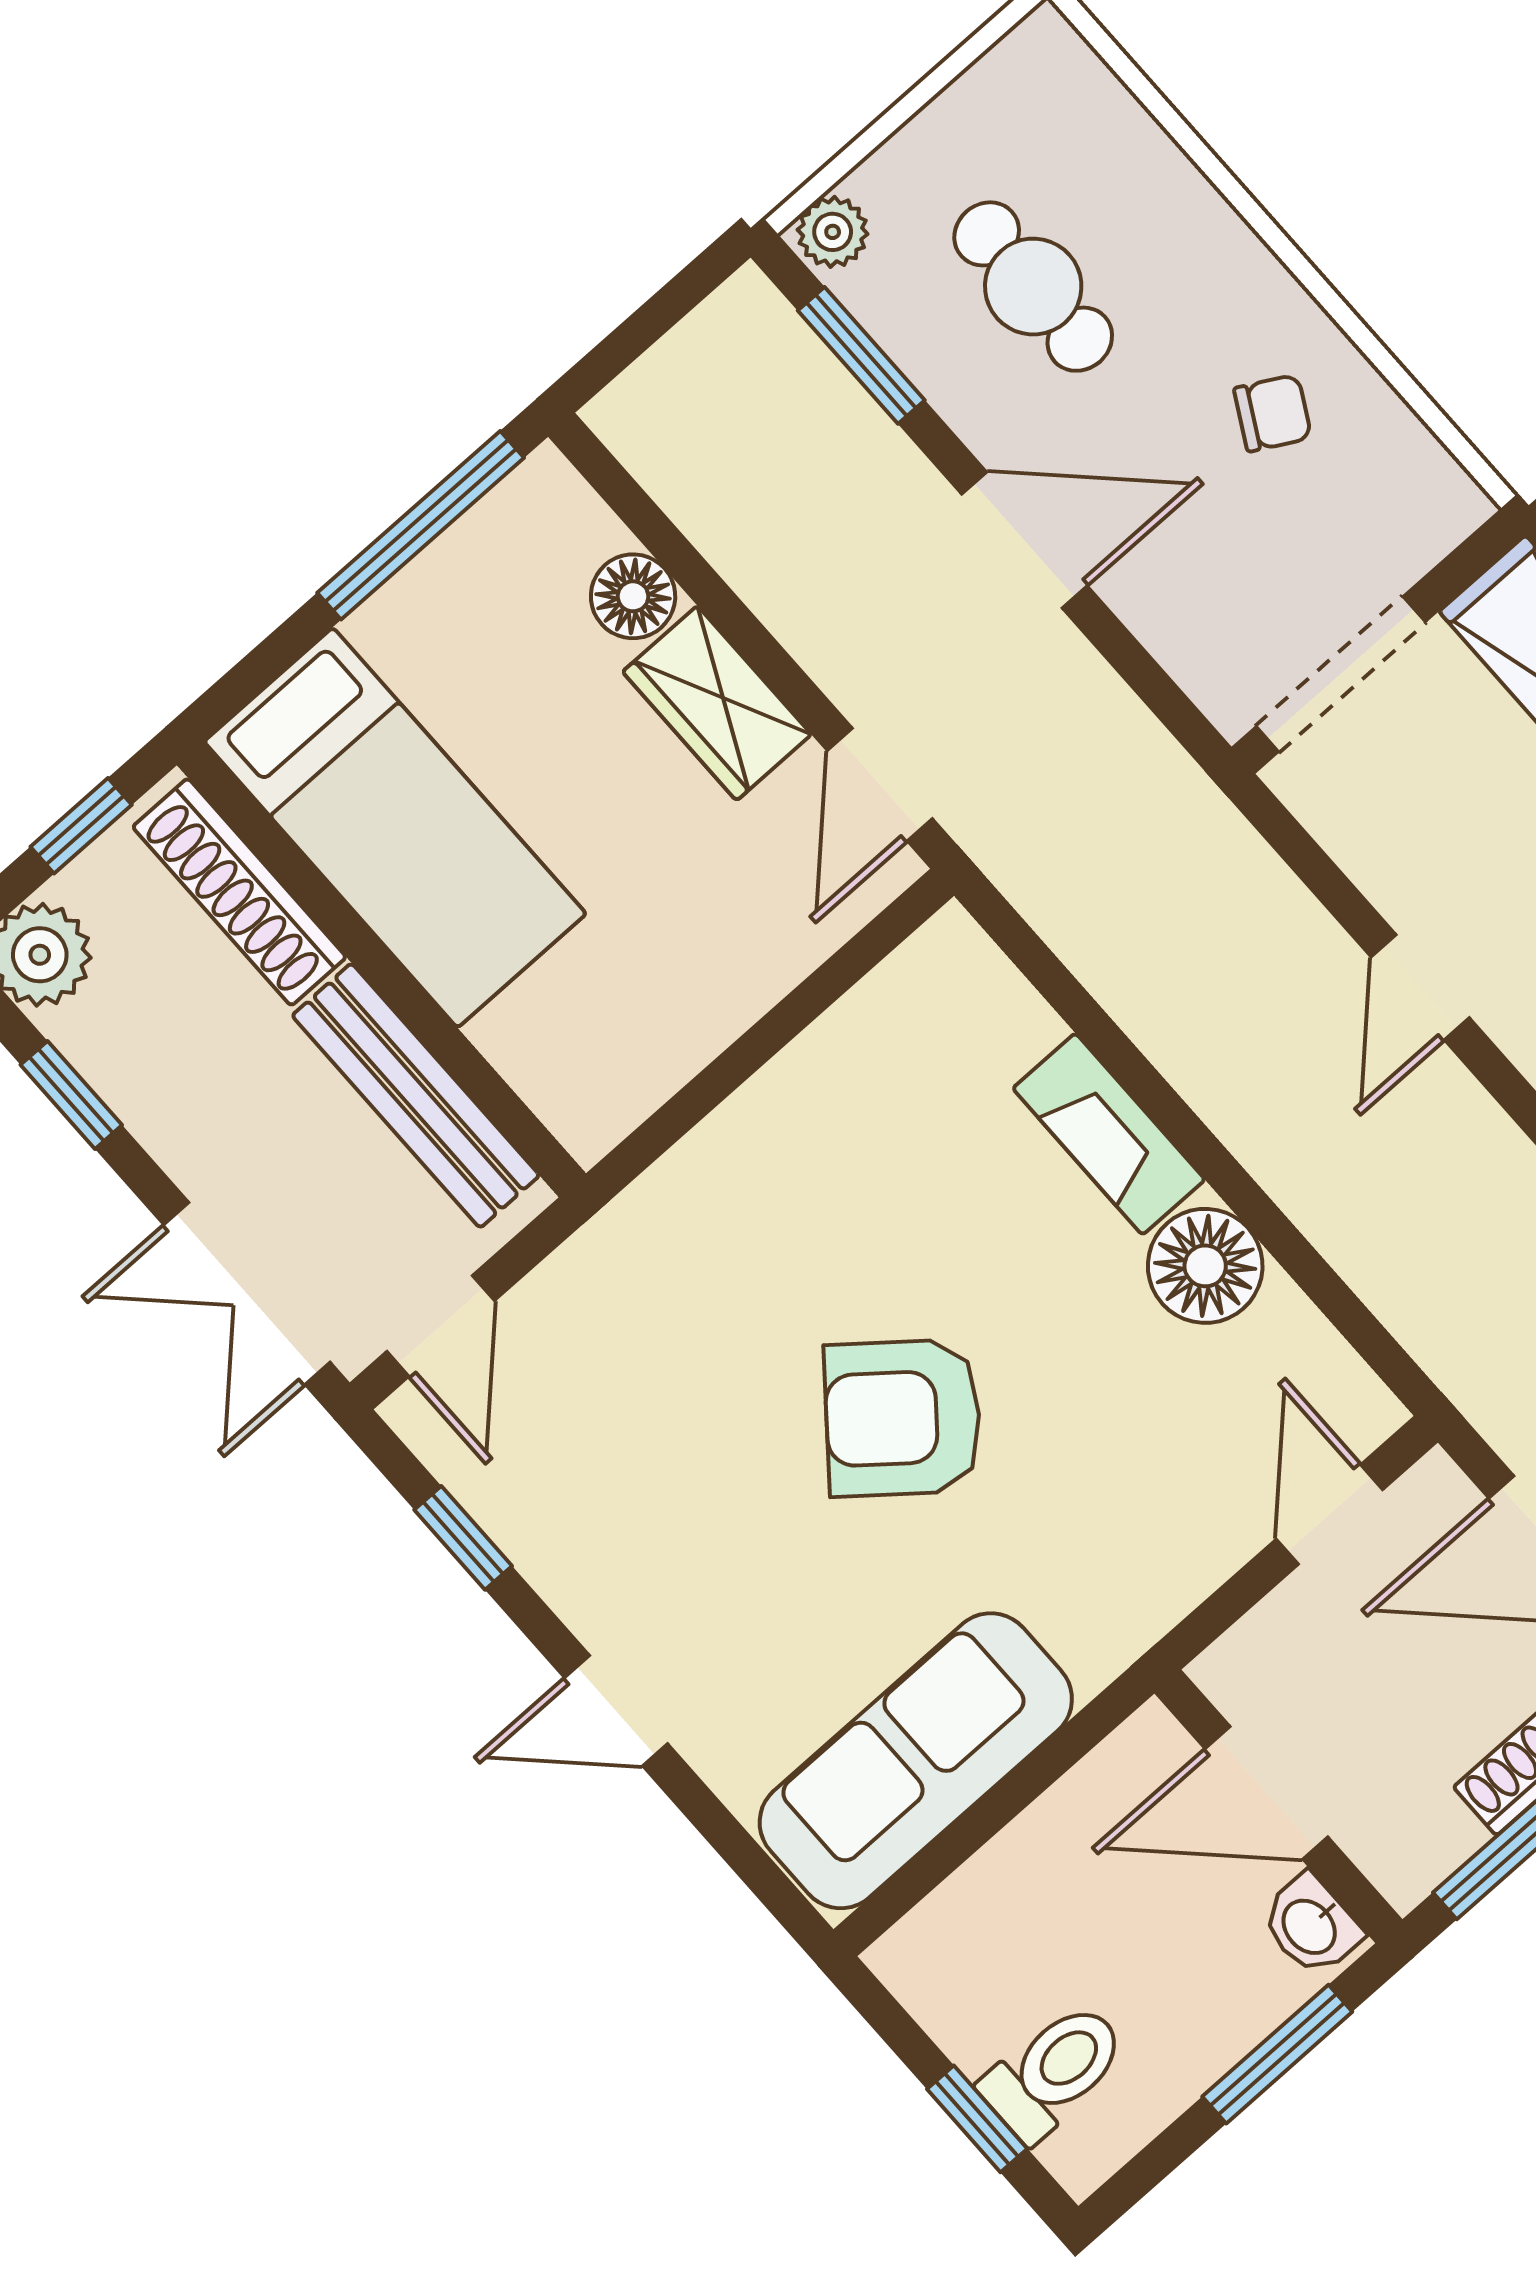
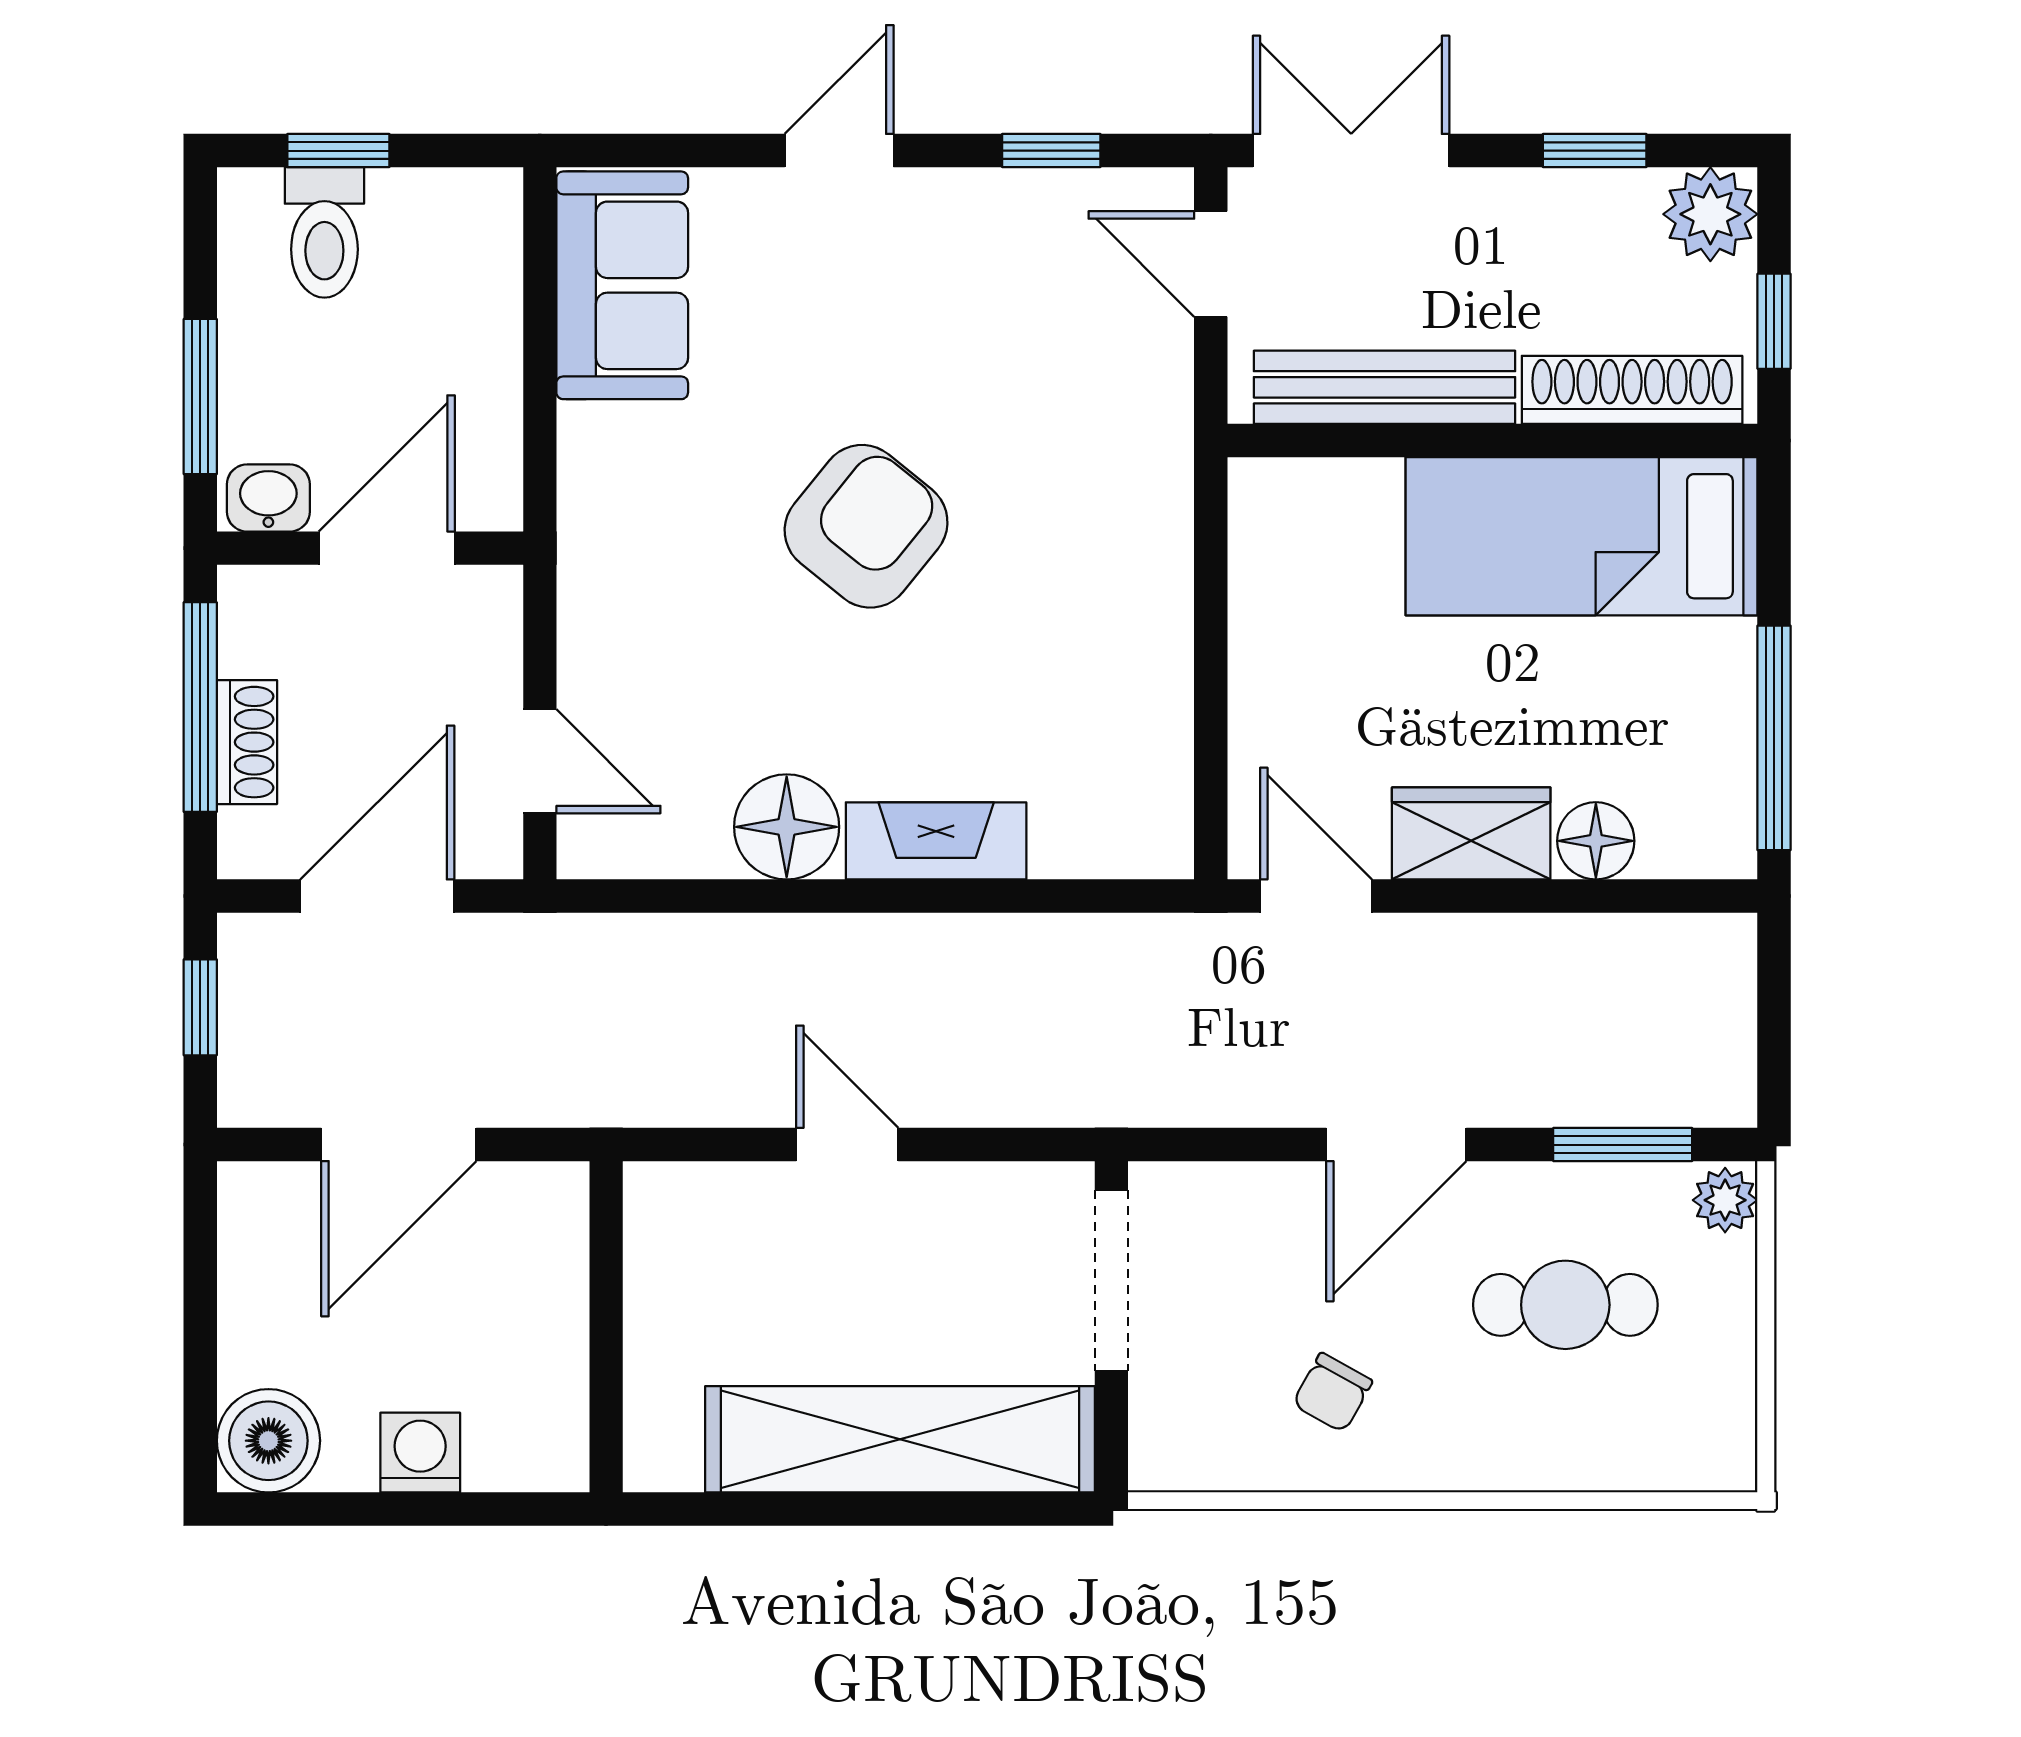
sofa: (916, 1761) -> (622, 285), width x0.73

